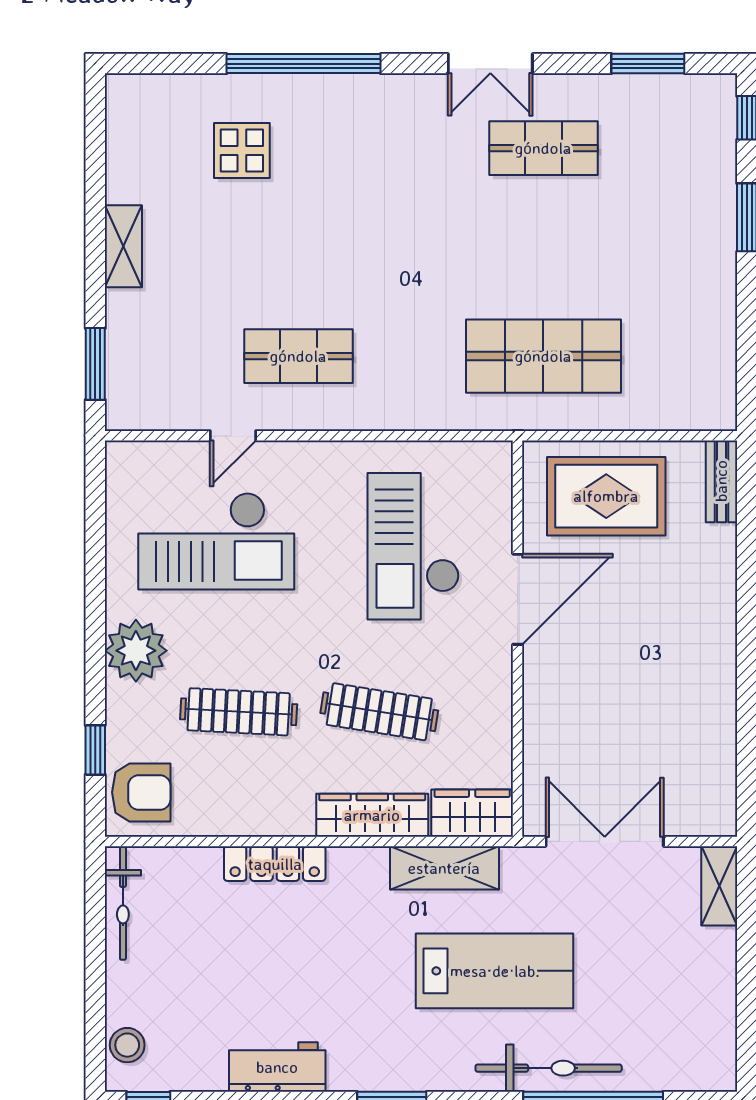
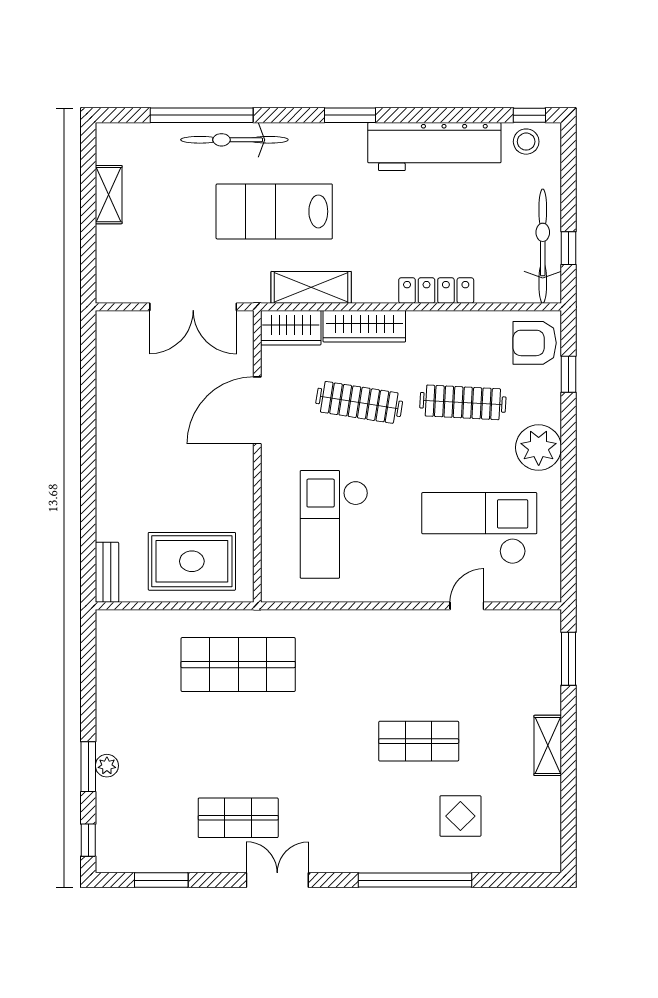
plant: (722, 219) -> (107, 766), added
shop shelf: (298, 356) -> (419, 741), moved
checkout: (413, 546) -> (334, 524), turned 180
door: (518, 599) -> (257, 410), moved
shelving: (719, 886) -> (109, 195), moved
bicycle: (123, 903) -> (543, 246), width x1.37, depth x1.40
window: (95, 921) -> (568, 248), added
stool: (127, 1045) -> (526, 142), moved
workbench: (277, 1067) -> (434, 147), width x1.88, depth x1.32

